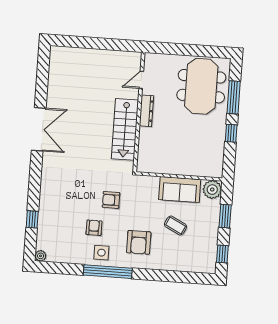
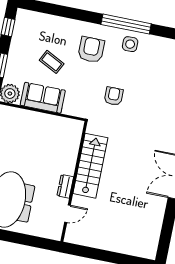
dresser: (146, 111) -> (65, 186), width x0.70
armchair: (111, 200) -> (114, 96), turned -90
armchair: (94, 228) -> (134, 70), removed

